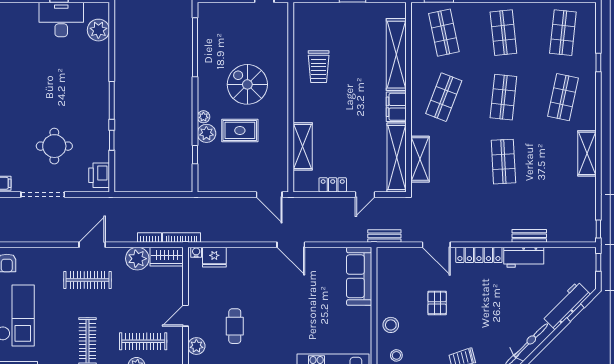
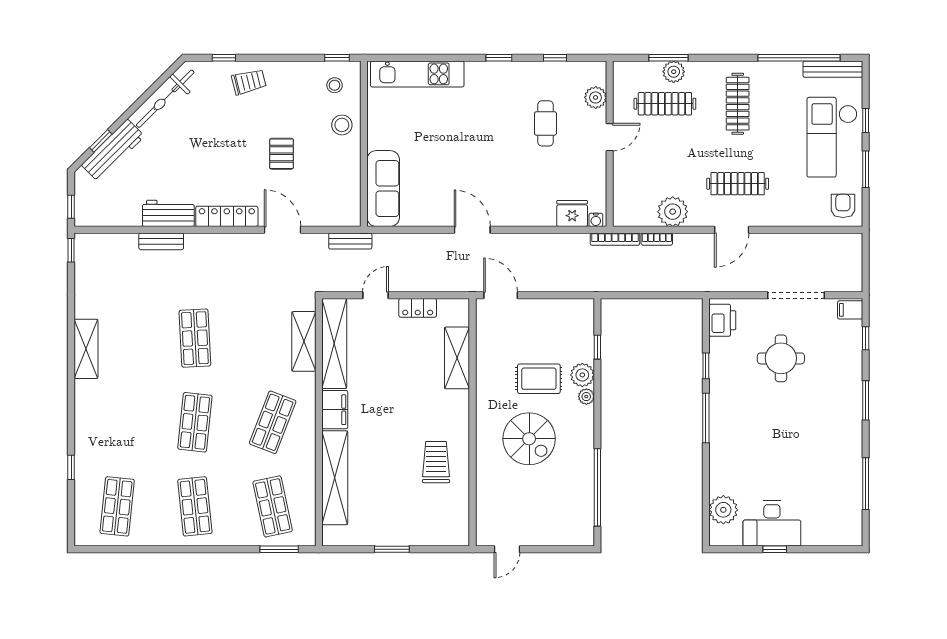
shop shelf: (563, 97) -> (117, 422), removed
wardrobe: (167, 257) -> (634, 214), removed

